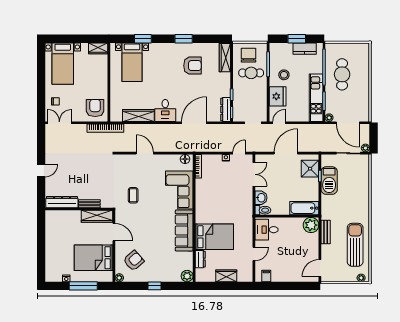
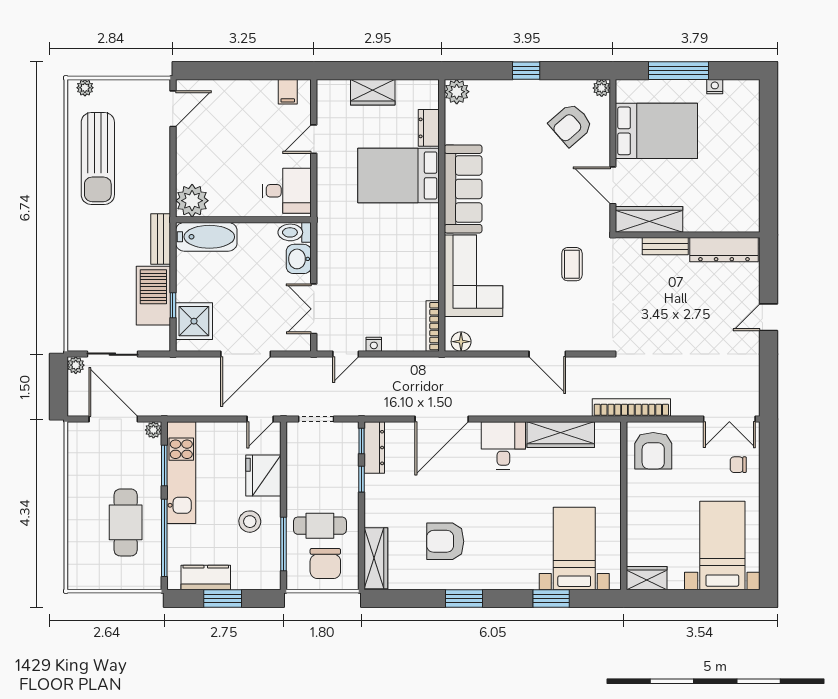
bench: (326, 232) -> (161, 239), moved

